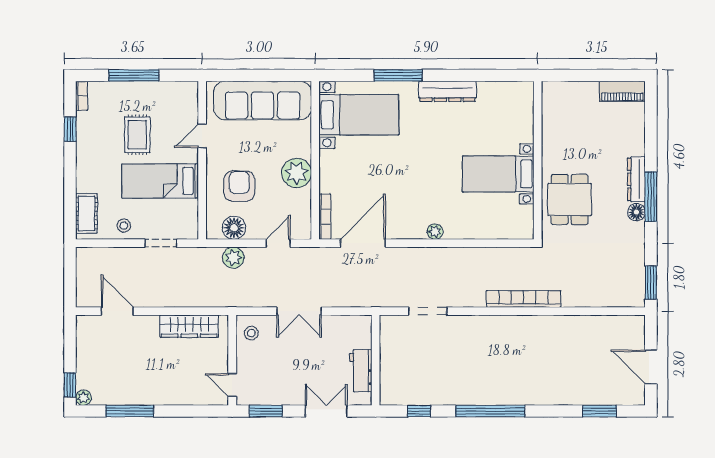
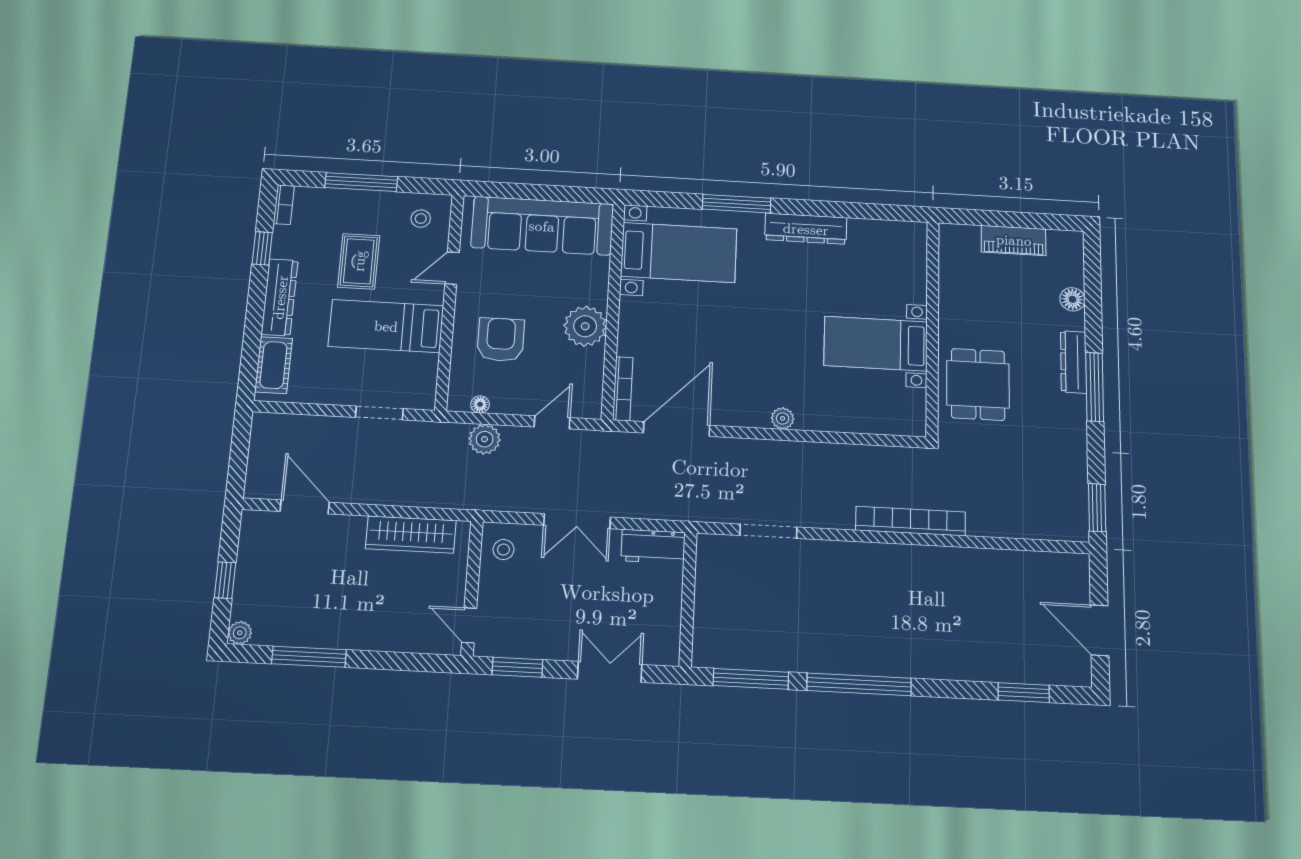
piano: (622, 91) -> (1014, 240), moved
dresser: (86, 164) -> (280, 297), added
floor lamp: (636, 212) -> (1072, 299), moved
stool: (124, 226) -> (421, 219), moved
floor lamp: (234, 228) -> (480, 404), width x0.53, depth x0.53
workbench: (361, 371) -> (653, 547), moved, turned -90
window: (70, 385) -> (225, 580), moved
window: (419, 411) -> (751, 679), width x2.17

